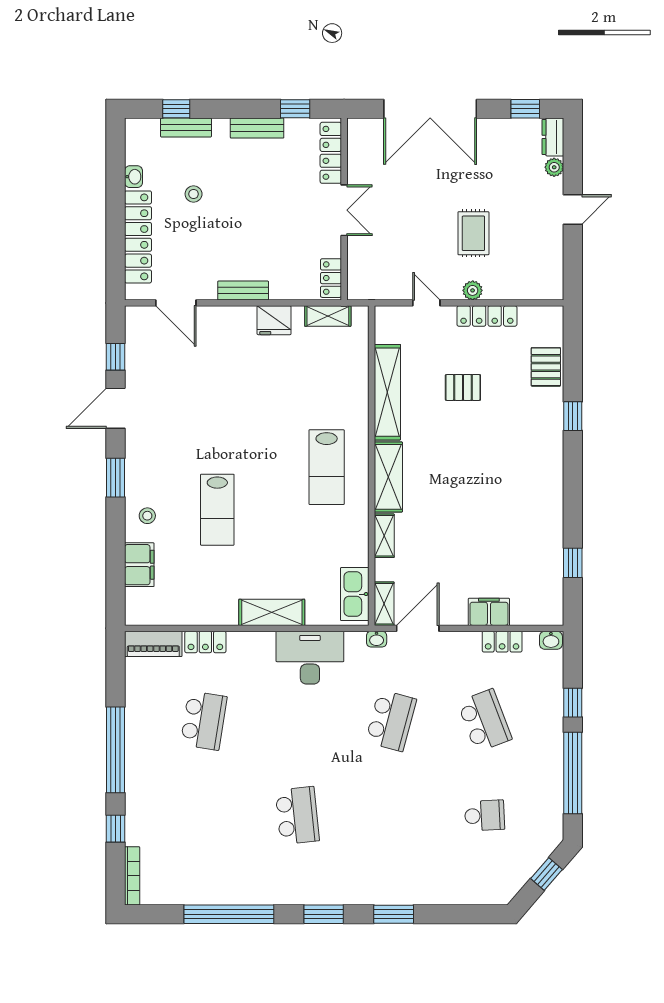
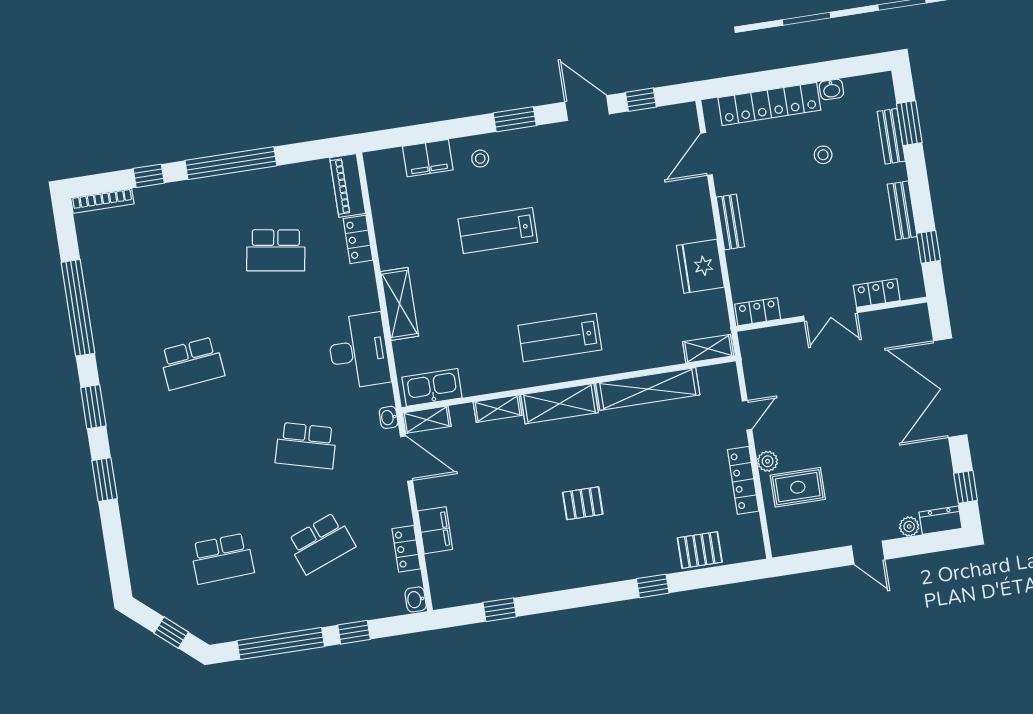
window: (176, 109) -> (909, 123), width x1.50
locker: (331, 153) -> (877, 293), width x0.66
rug: (473, 233) -> (798, 487), moved
shelving: (328, 316) -> (708, 349), moved, turned 90
fridge: (274, 320) -> (700, 266), width x1.36, depth x1.34
pallet: (463, 387) -> (583, 503), moved, turned 90
school desk: (485, 816) -> (222, 559), width x1.85

